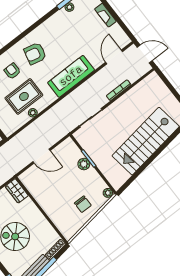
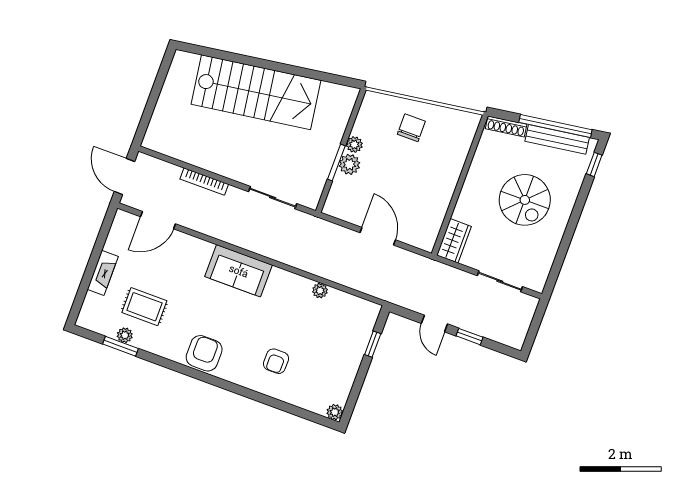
armchair: (35, 54) -> (204, 353), moved, turned -103
sofa: (71, 76) -> (239, 271), width x0.73
rug: (24, 96) -> (144, 307), moved, width x0.73, depth x0.70
plant: (108, 193) -> (354, 144), moved

